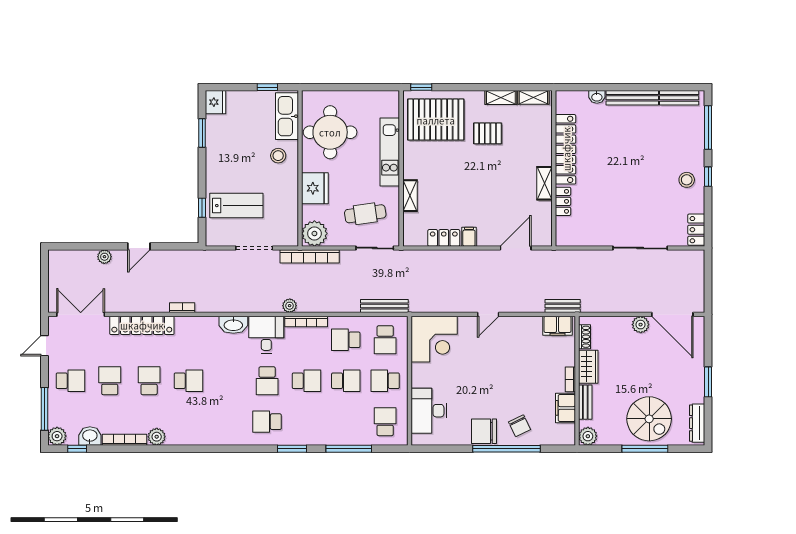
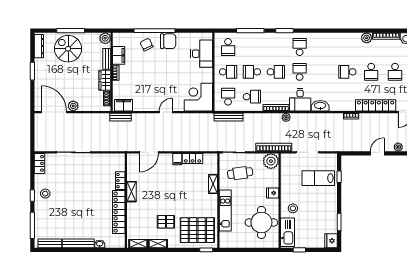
fridge: (315, 188) -> (273, 193), width x0.53, depth x0.75
school desk: (306, 381) -> (276, 72), turned 180
school desk: (267, 422) -> (300, 47), turned -90

